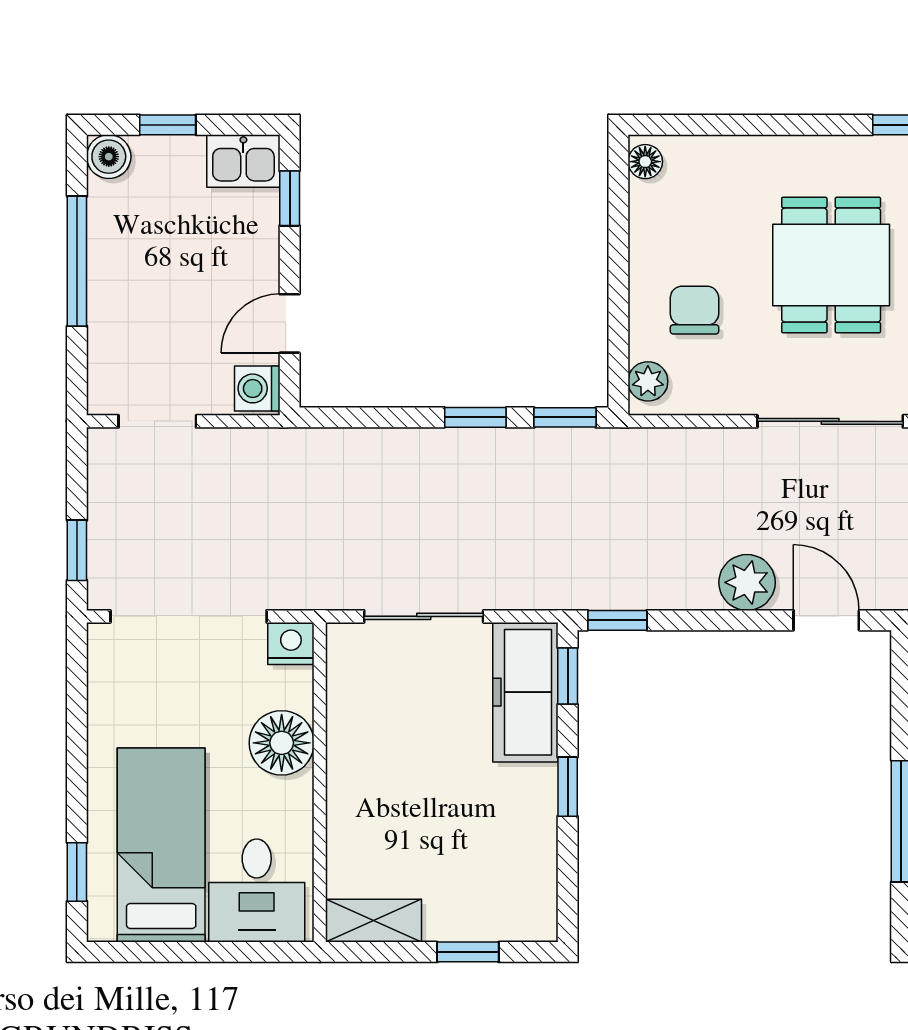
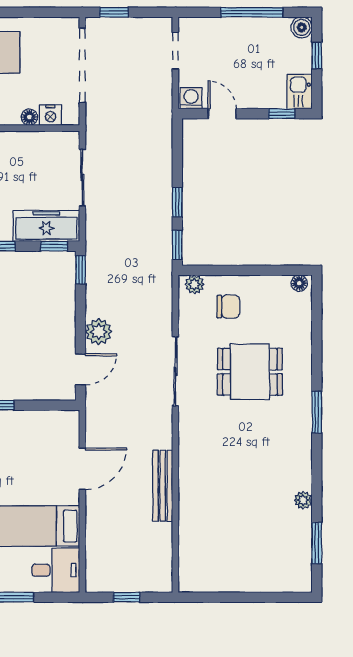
nightstand: (291, 643) -> (50, 115), moved, turned 90
floor lamp: (282, 743) -> (29, 117), width x0.53, depth x0.53

